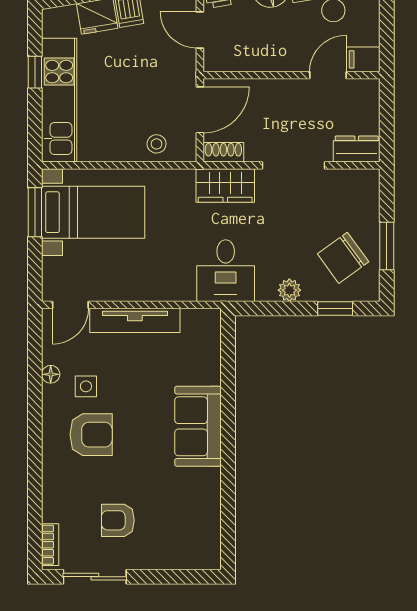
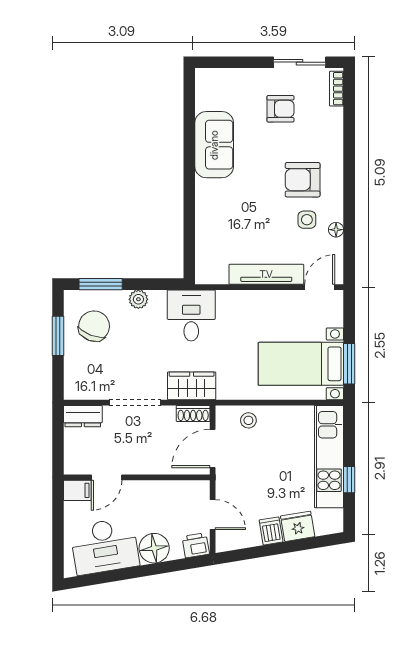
chair: (343, 258) -> (94, 326), turned -33
window: (335, 309) -> (101, 284), width x1.50
sofa: (198, 426) -> (214, 145), moved

